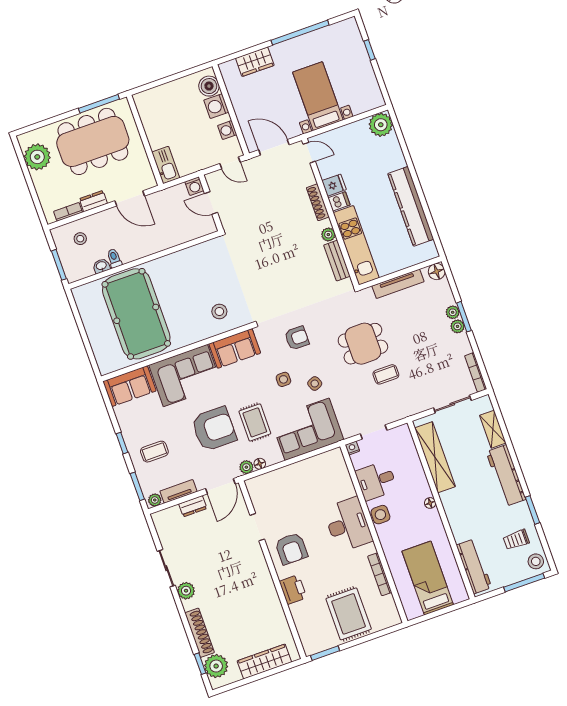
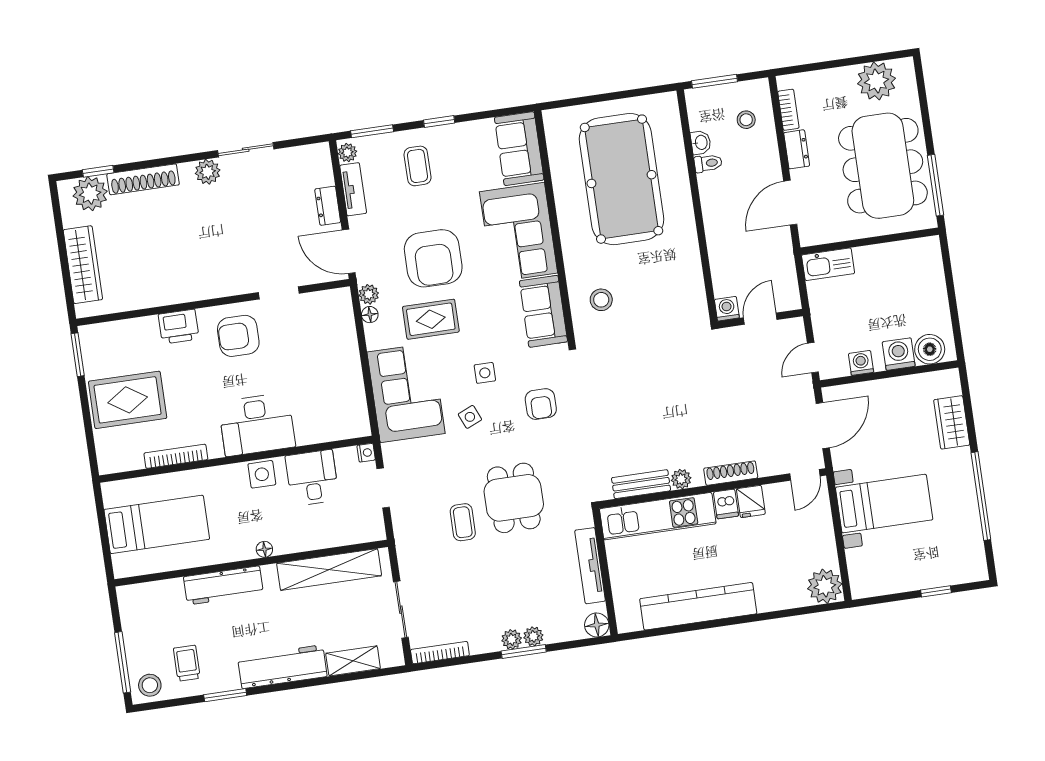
washing machine: (194, 186) -> (727, 309), moved, turned 90
pool table: (136, 314) -> (622, 179), turned 90
workbench: (474, 566) -> (223, 585), moved

